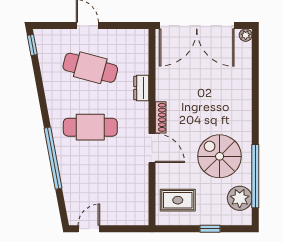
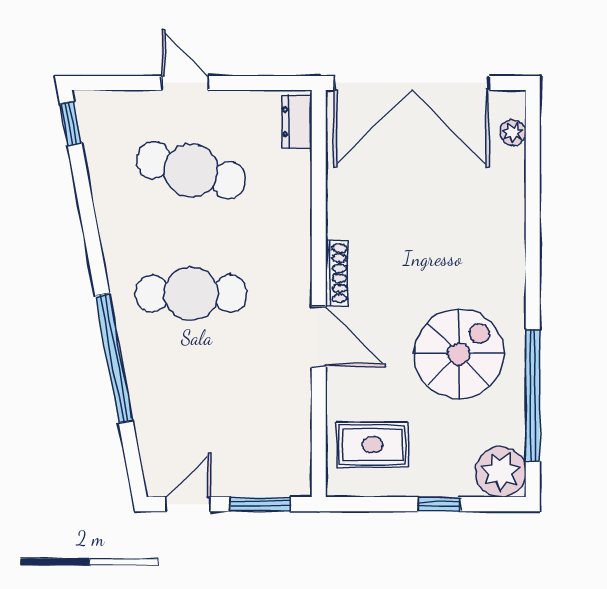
plant: (246, 35) -> (513, 133), moved
dresser: (141, 88) -> (297, 122), moved
spiral stairs: (220, 156) -> (459, 354), turned 90
plant: (240, 198) -> (501, 472), moved
window: (124, 229) -> (260, 504), added

